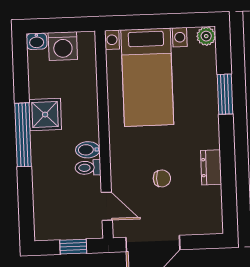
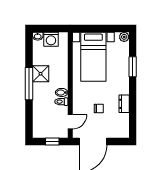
door: (107, 206) -> (70, 122), hinge flipped

